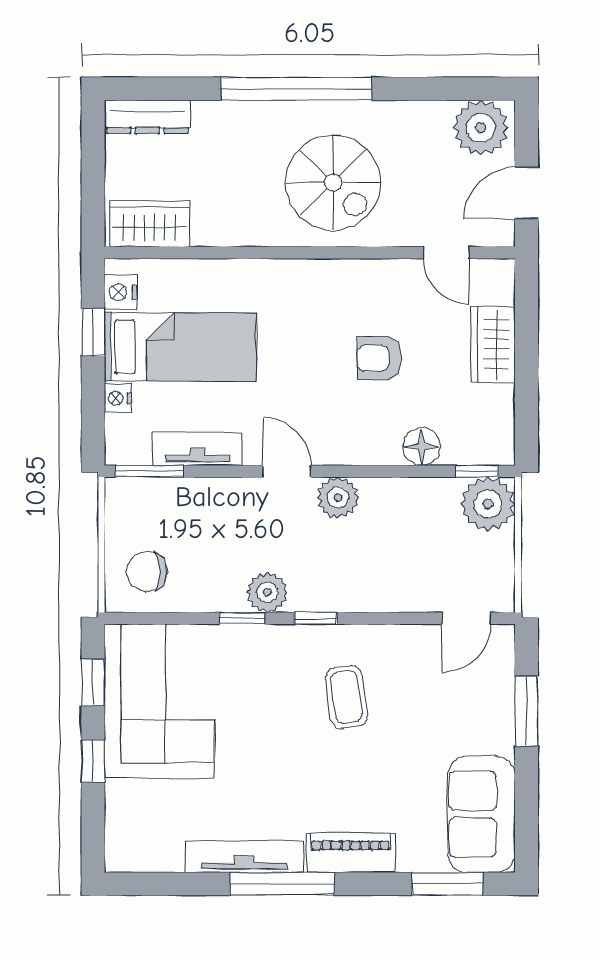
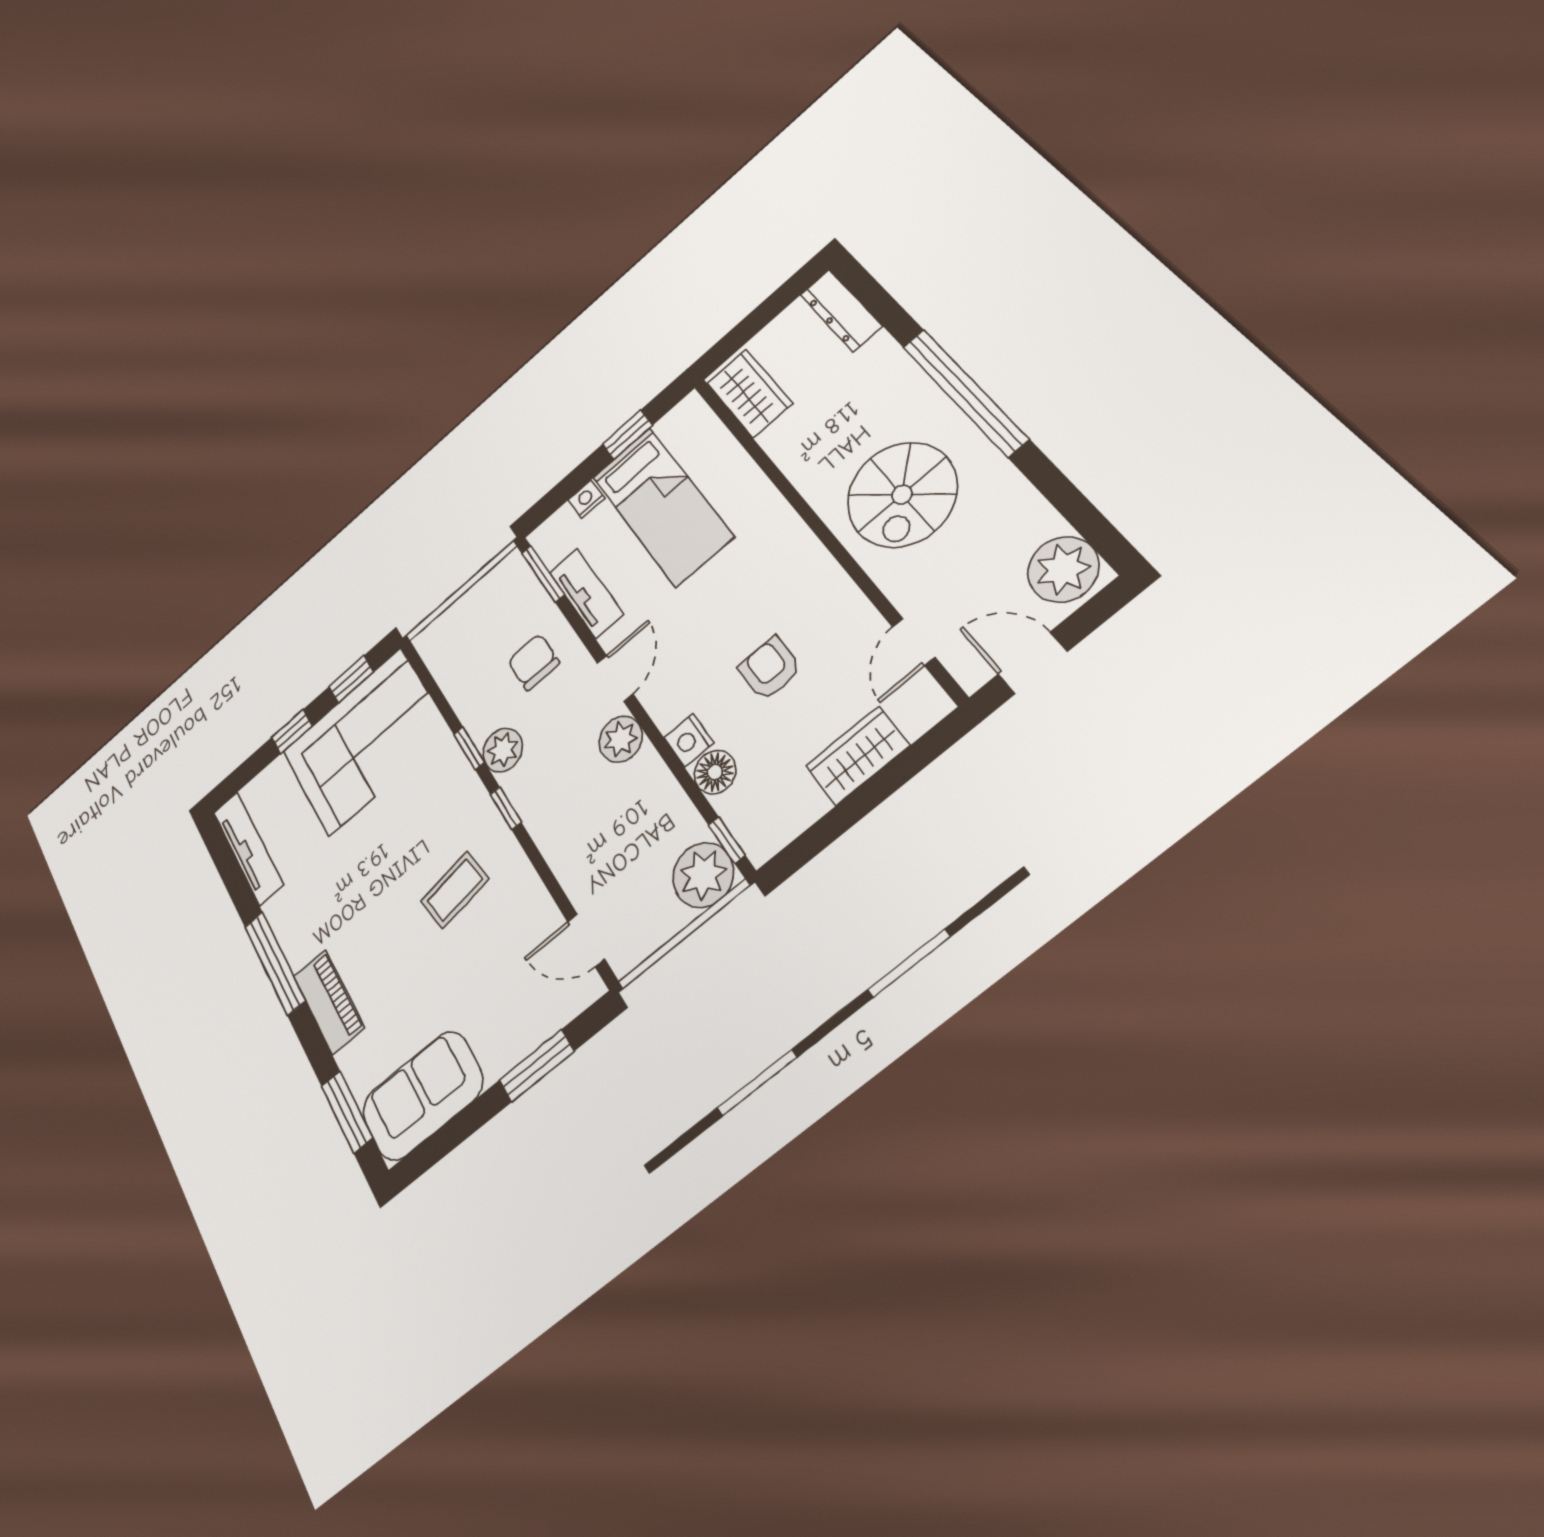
nightstand: (121, 292) -> (689, 740), moved, turned -90
chair: (147, 572) -> (534, 662), moved
tv unit: (244, 857) -> (248, 848), moved

